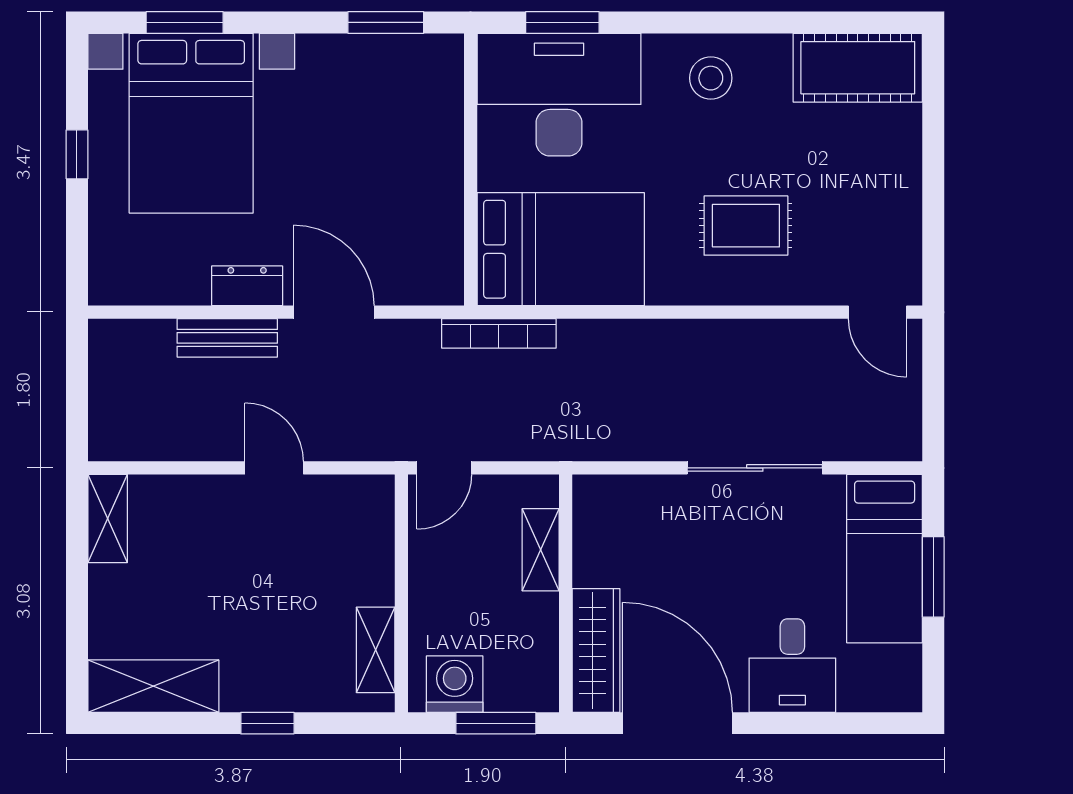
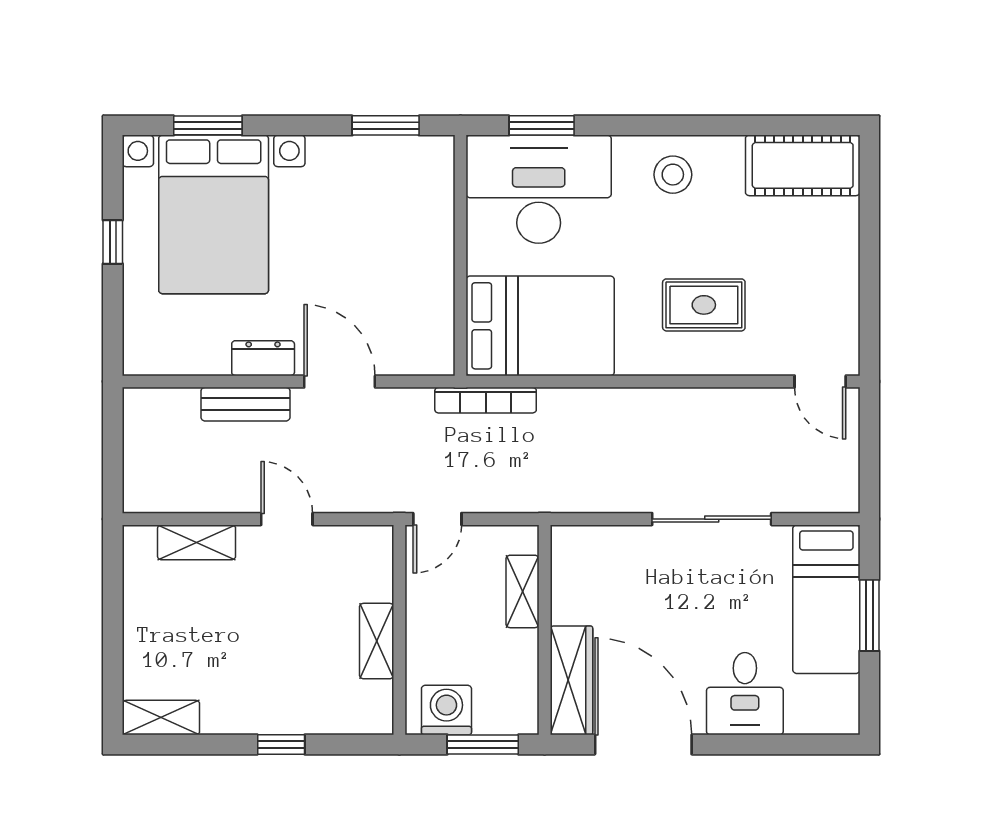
shelving: (108, 518) -> (197, 542), moved, turned 90
shelving: (376, 650) -> (377, 641), moved
shelving: (153, 686) -> (161, 718), width x0.67, depth x0.75

